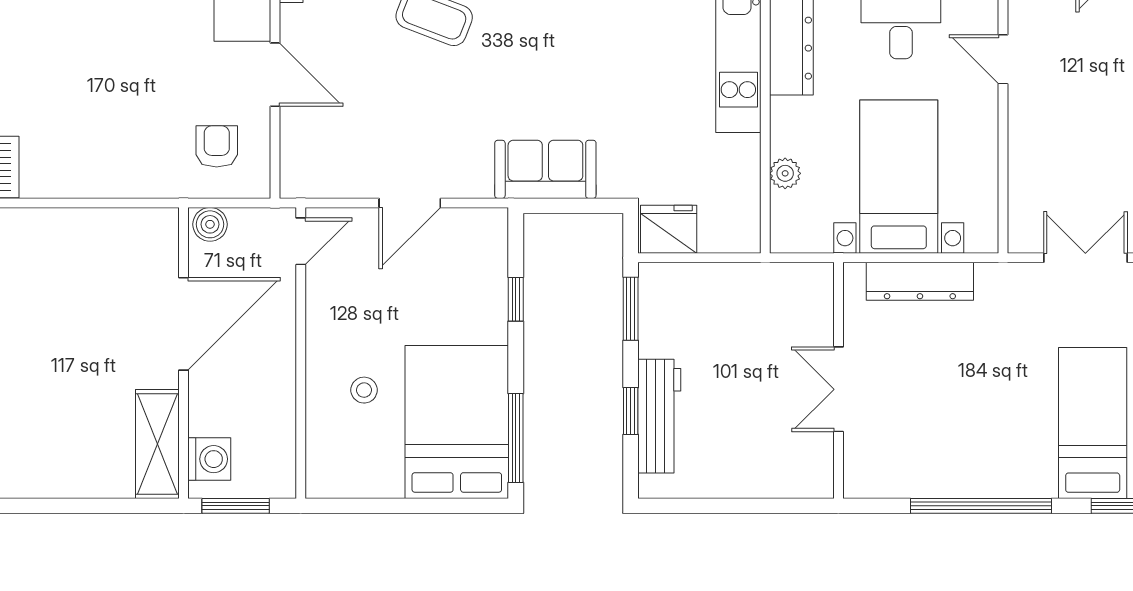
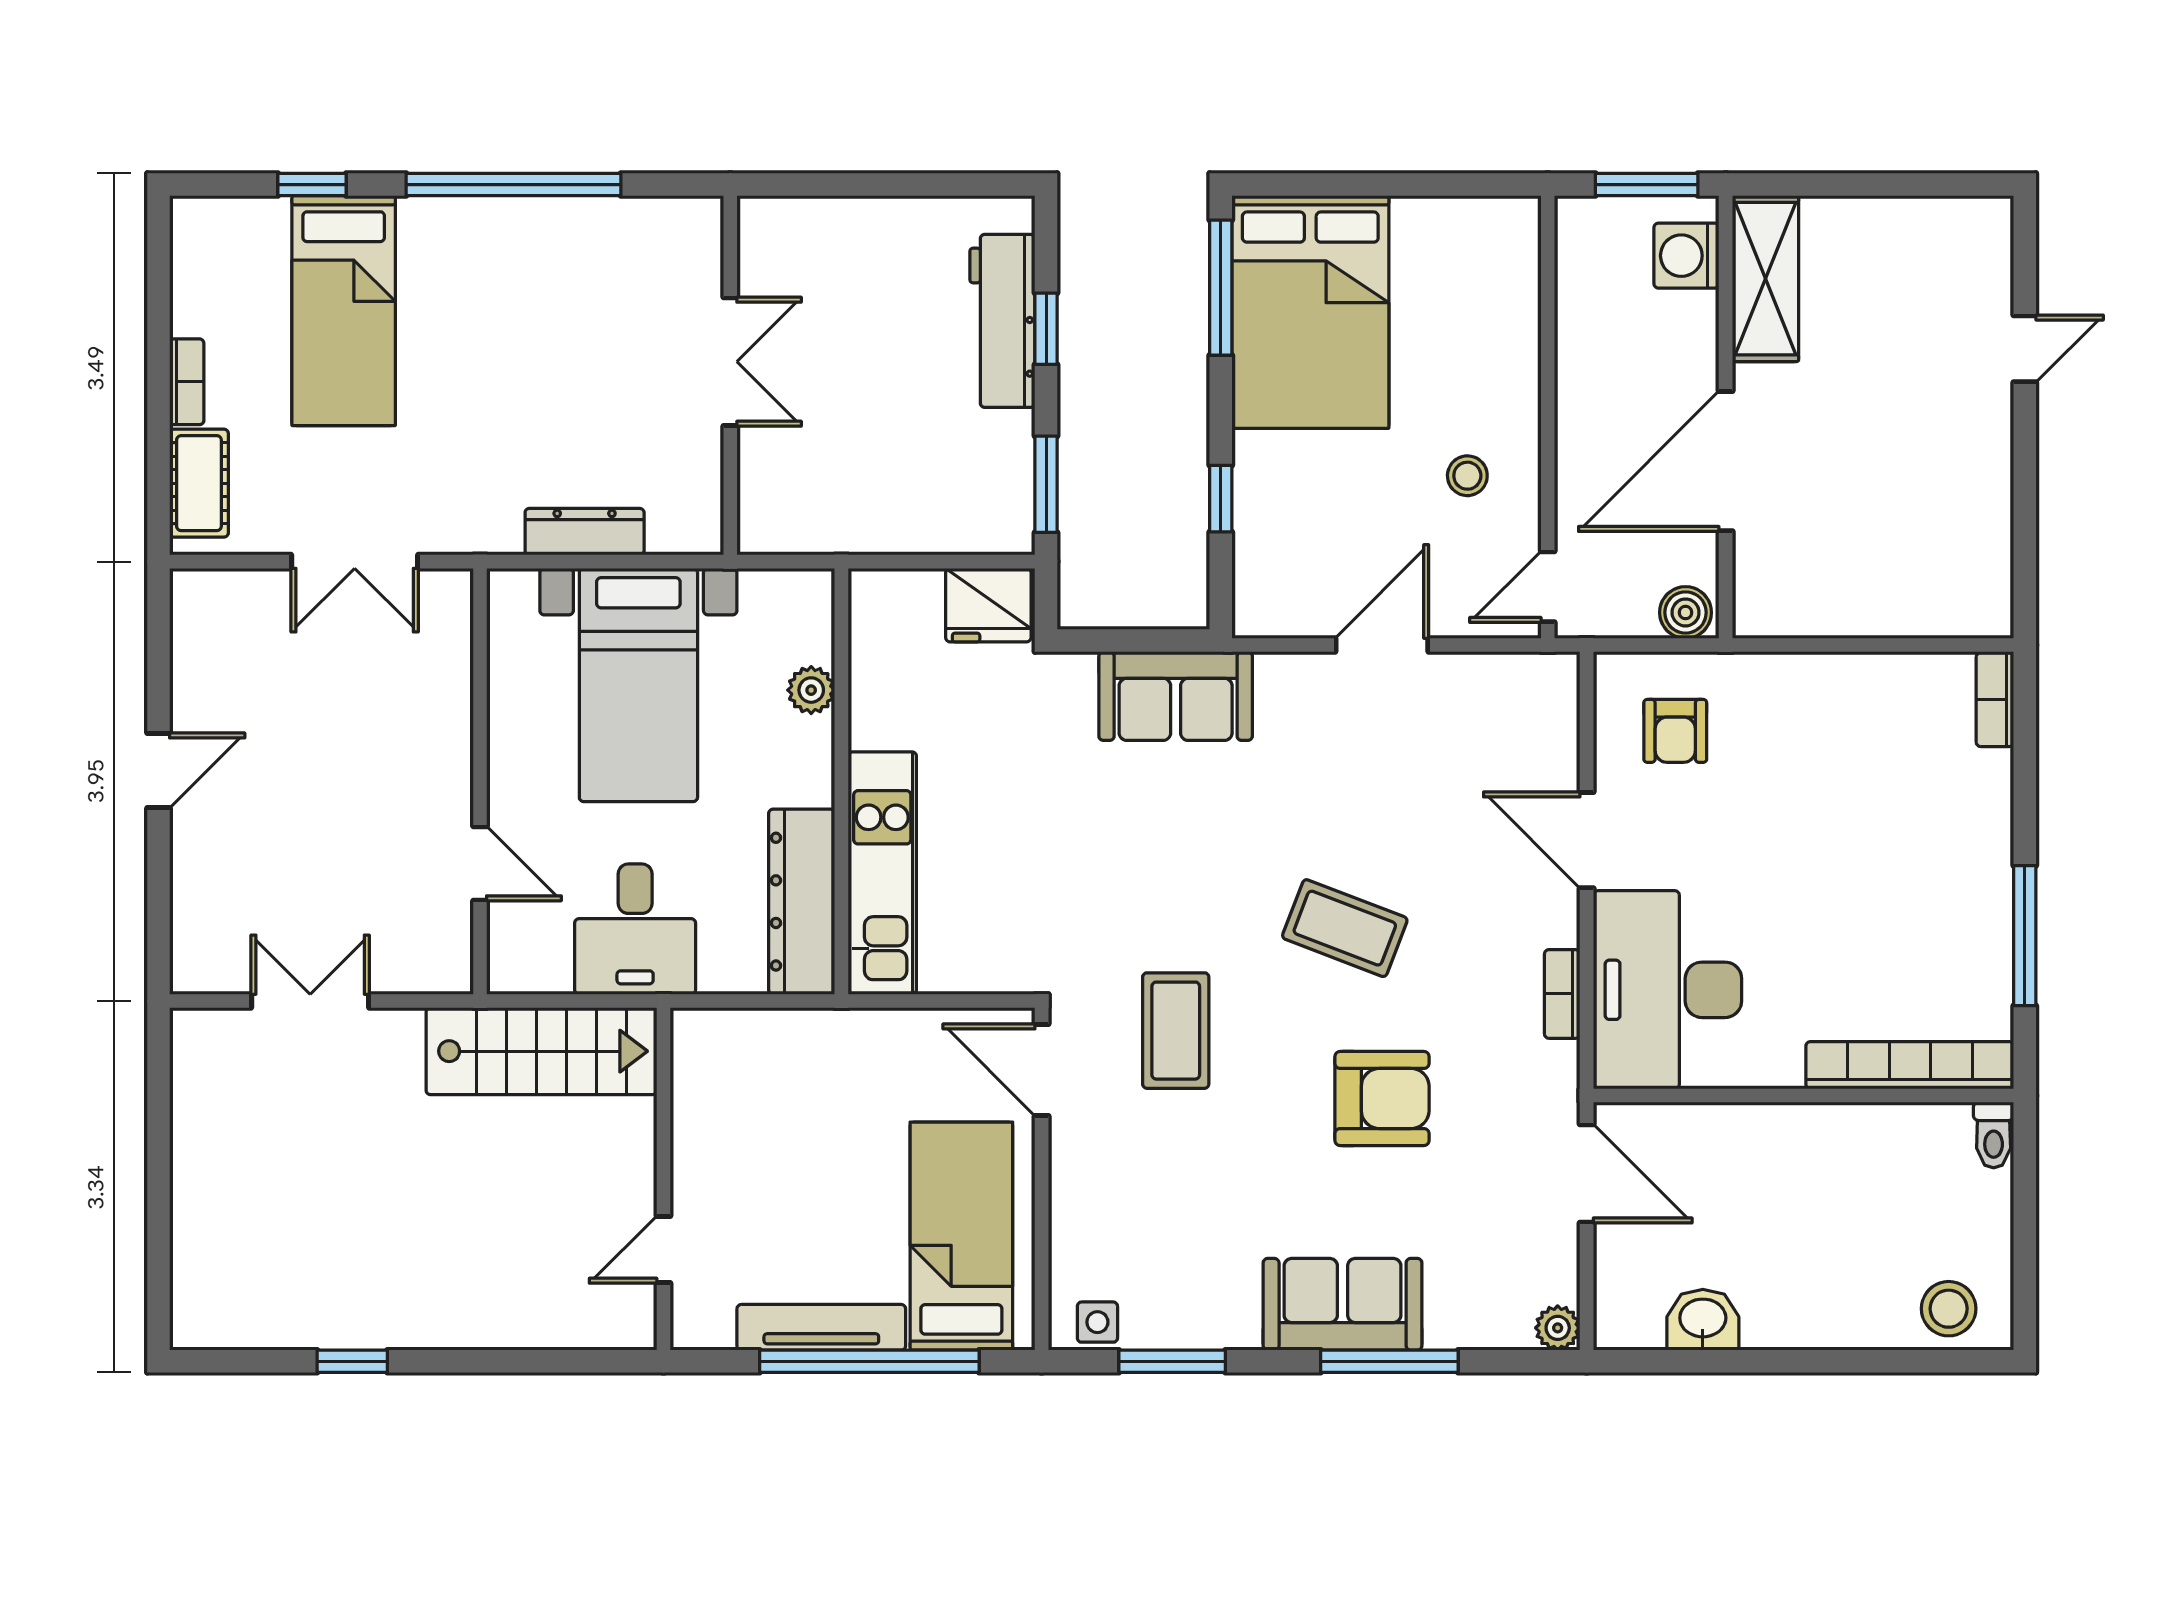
dresser: (920, 281) -> (585, 532), width x0.73, depth x0.80
stool: (364, 390) -> (1467, 476), moved

